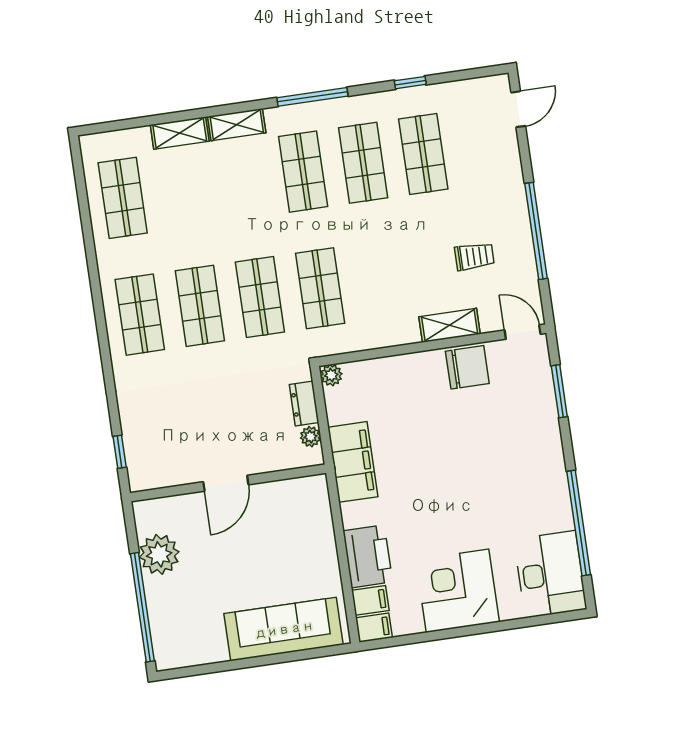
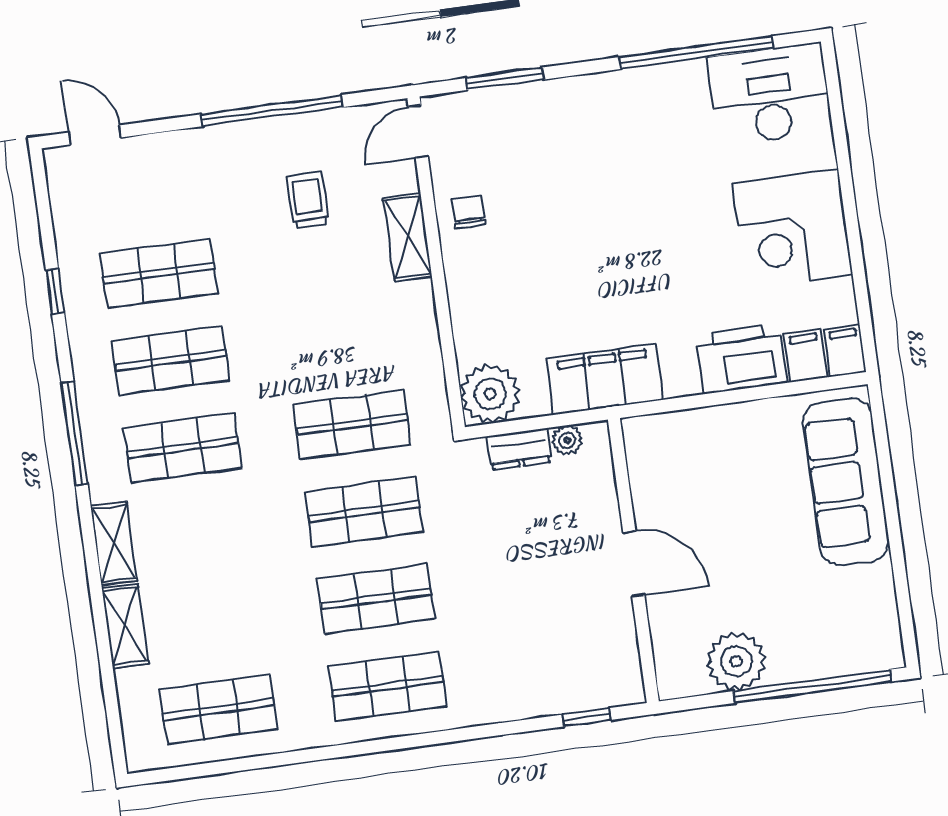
chair: (467, 367) -> (469, 212), width x0.54, depth x0.54
plant: (331, 375) -> (490, 394), width x1.88, depth x1.88

